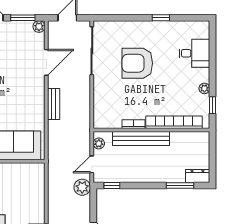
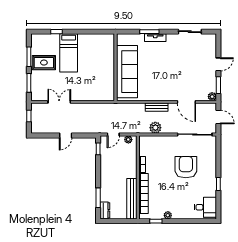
desk: (194, 53) -> (205, 207), moved, turned -90
bench: (141, 139) -> (132, 199), moved
door: (92, 164) -> (113, 134), swing flipped
plant: (82, 187) -> (155, 128), moved

